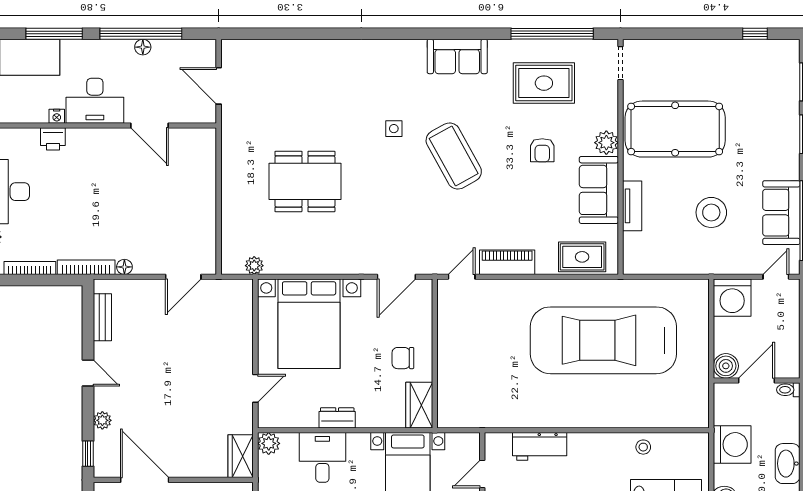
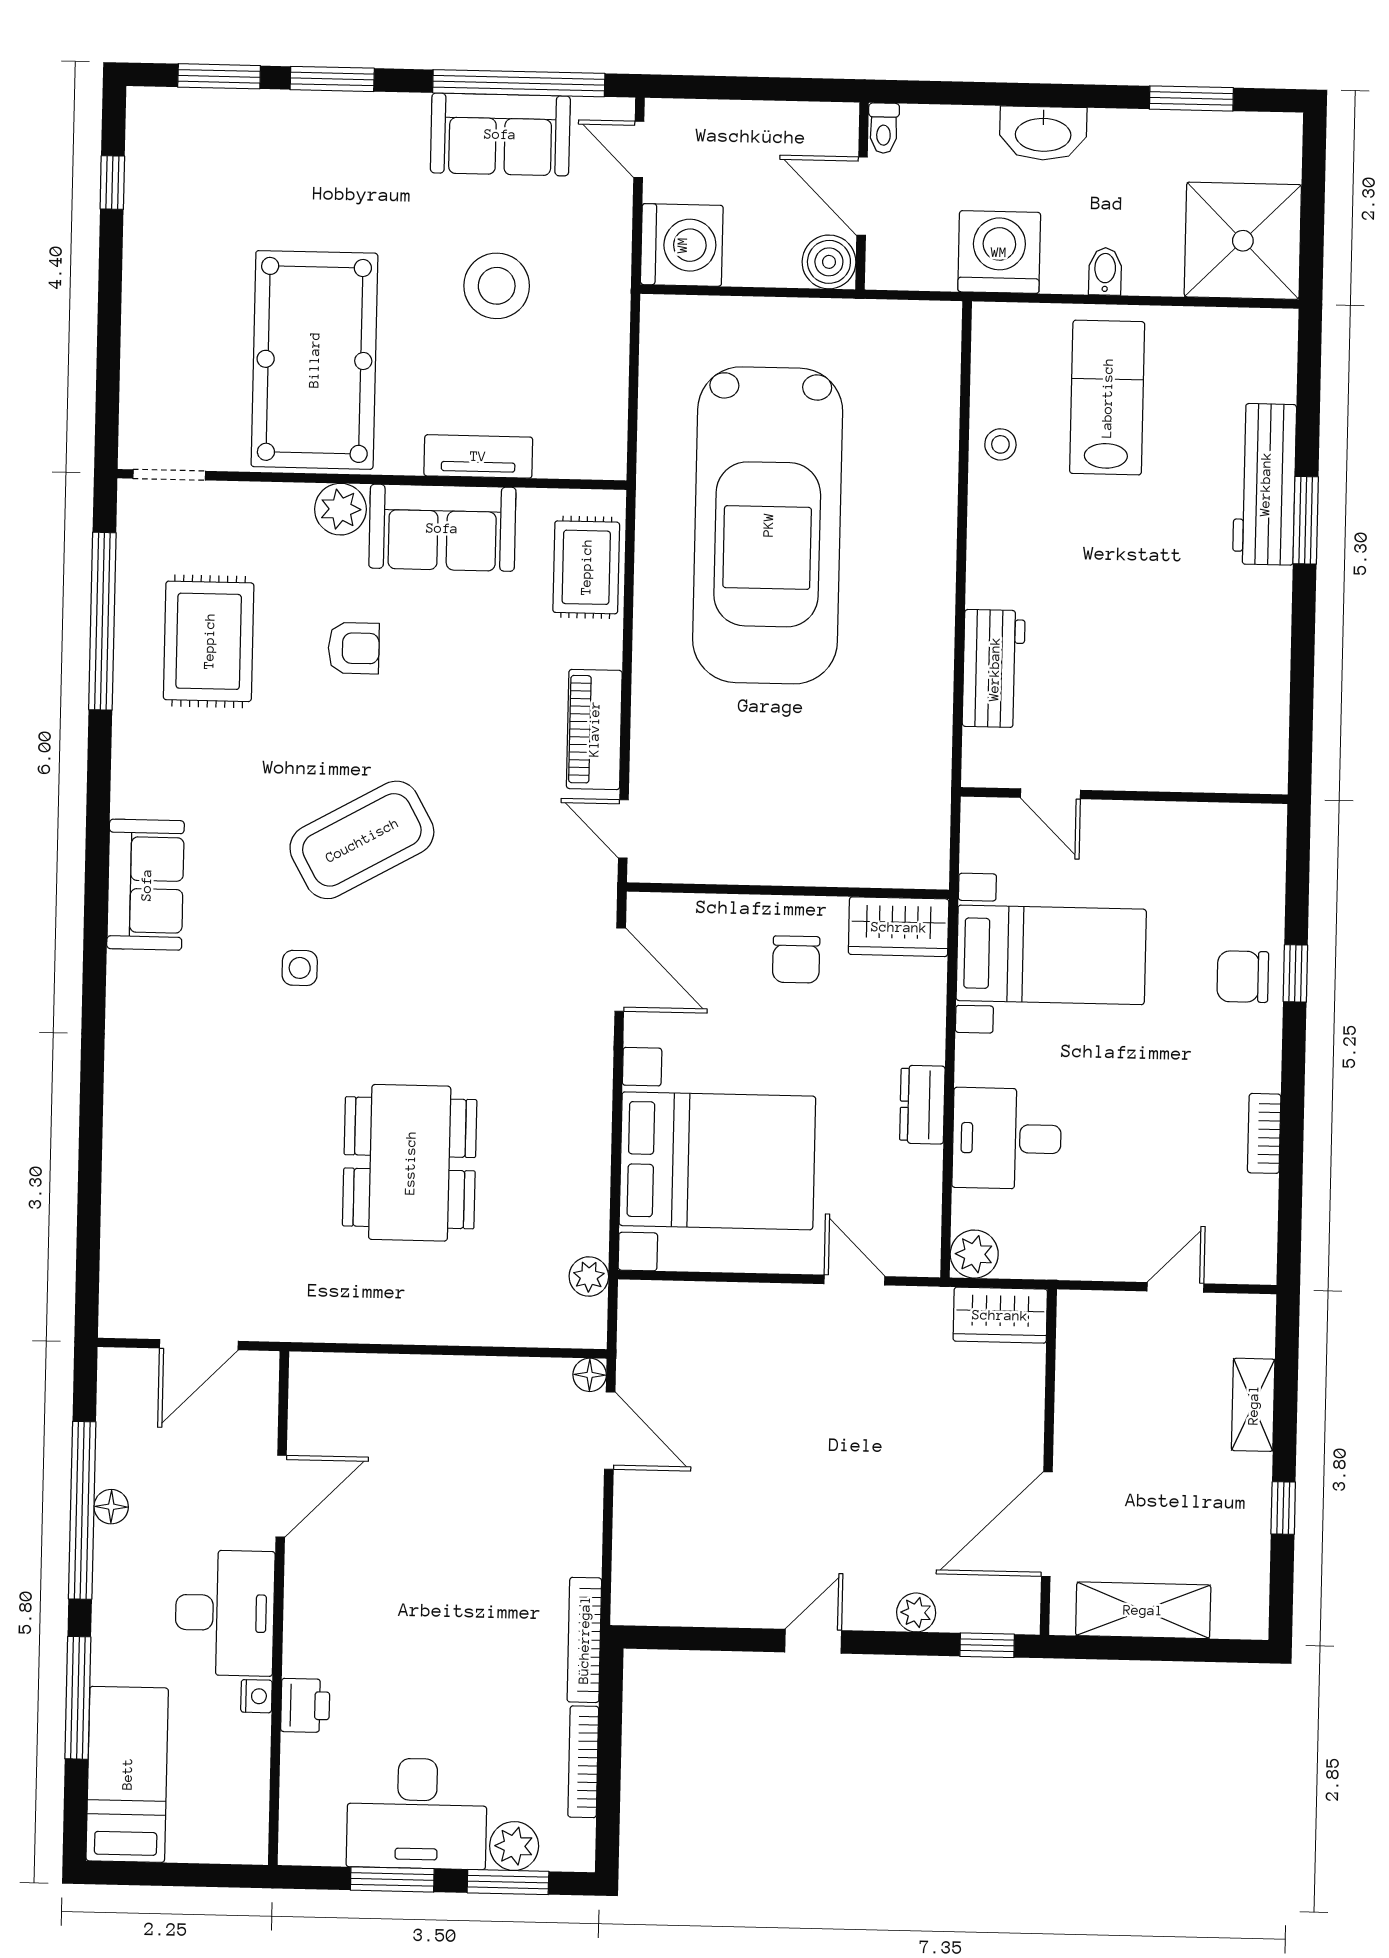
sofa: (457, 56) -> (146, 885), moved
floor lamp: (124, 267) -> (590, 1375), moved
bench: (102, 317) -> (693, 1607), removed

